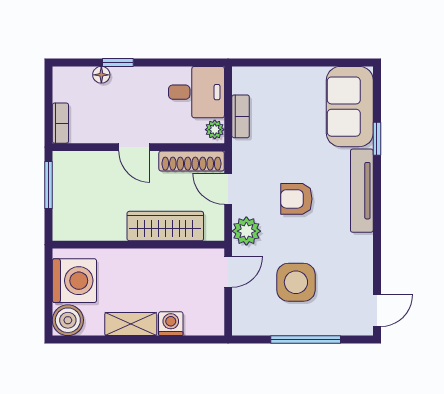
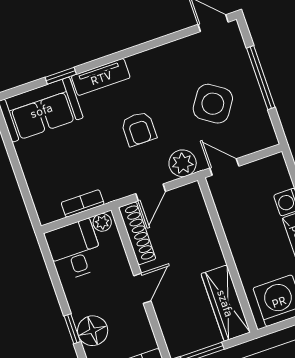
floor lamp: (101, 75) -> (93, 331), width x1.89, depth x1.89
tv unit: (362, 191) -> (101, 77), width x0.71
wardrobe: (165, 226) -> (226, 303), moved
side table: (296, 282) -> (213, 104), turned 34

